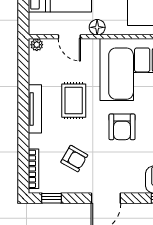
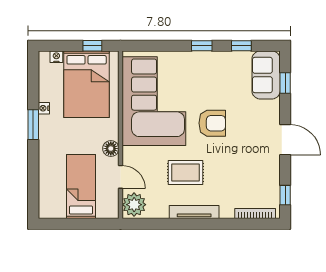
door: (69, 37) -> (121, 177), hinge flipped
plant: (37, 45) -> (134, 205), width x1.87, depth x1.87
armchair: (74, 159) -> (245, 172), removed

